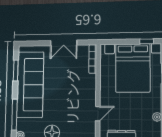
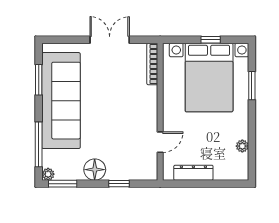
window: (147, 41) -> (211, 40), moved
double door: (64, 43) -> (110, 40), swing flipped

